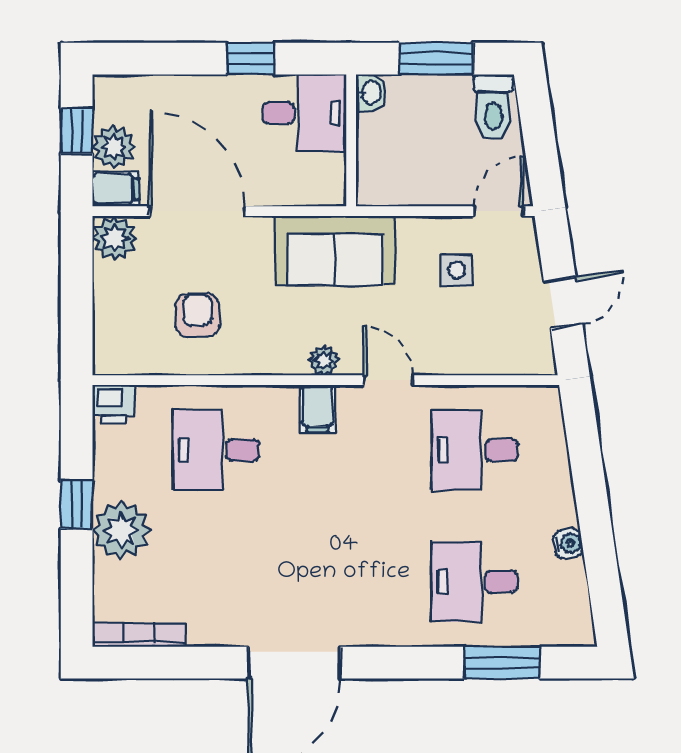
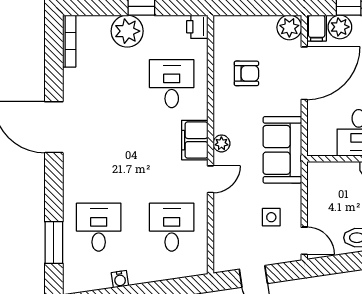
filing cabinet: (318, 409) -> (195, 140), width x2.00

